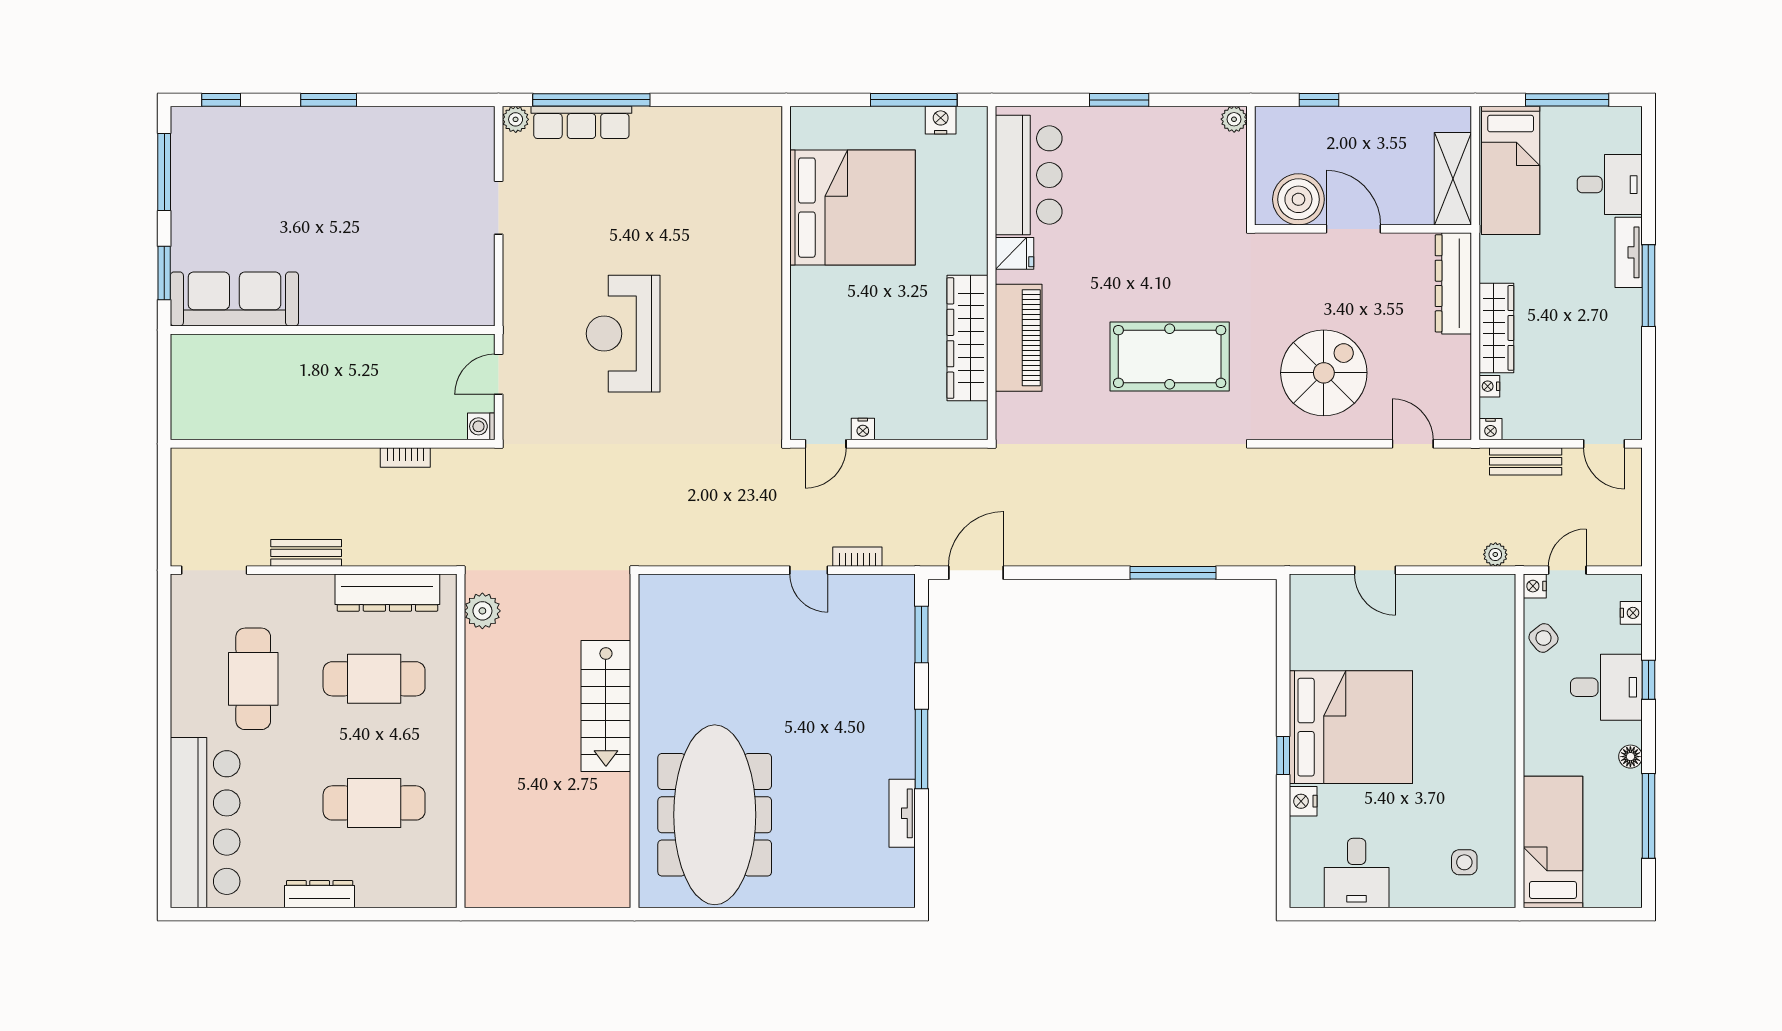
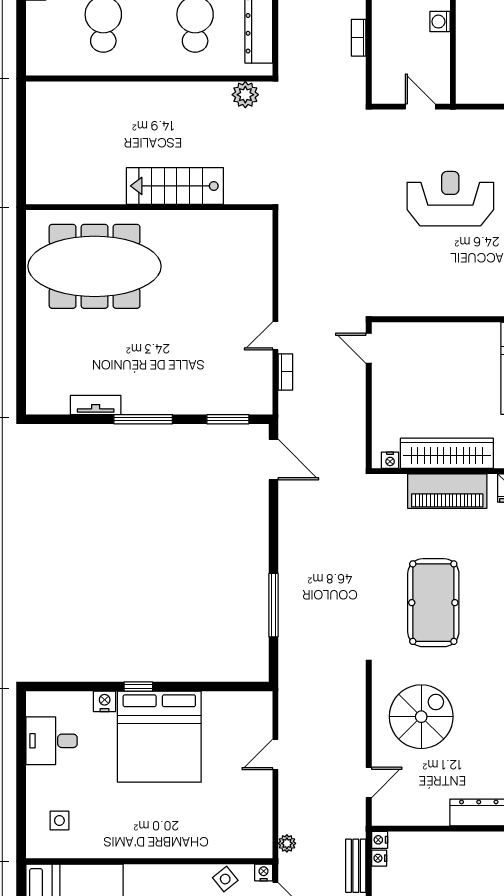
wardrobe: (1496, 328) -> (454, 844), removed
spiral stairs: (1324, 373) -> (421, 717), turned -90
nightstand: (1489, 386) -> (379, 858), moved, turned -90
washing machine: (481, 426) -> (440, 22), moved, turned -90
nightstand: (863, 429) -> (390, 460), moved, turned -90

